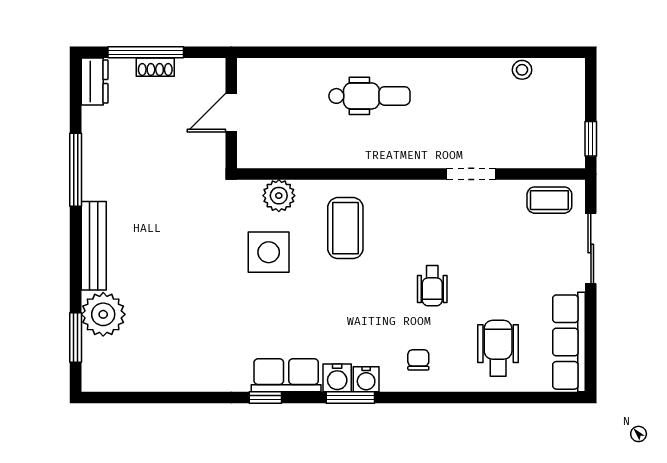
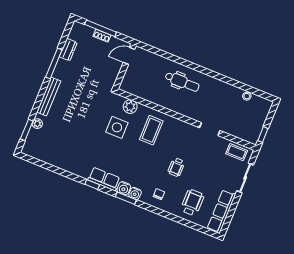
dresser: (95, 82) -> (68, 50), moved
door: (231, 113) -> (129, 56), moved
plant: (103, 314) -> (37, 124), width x0.53, depth x0.53

